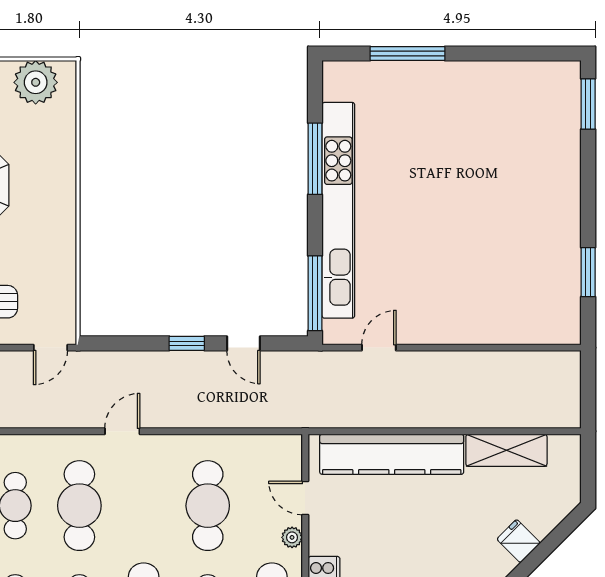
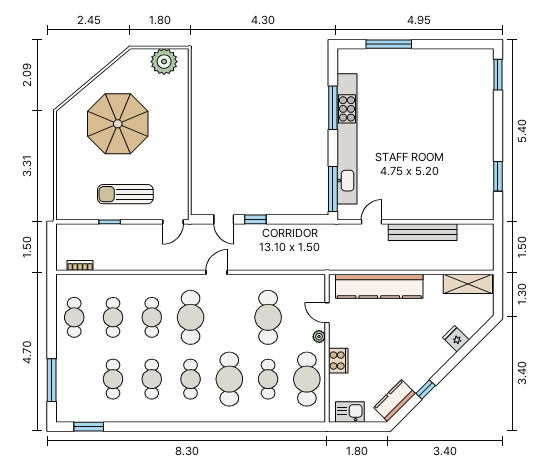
door: (244, 343) -> (224, 219), moved
bench: (463, 364) -> (423, 232), added
shelving: (506, 450) -> (468, 284), moved

